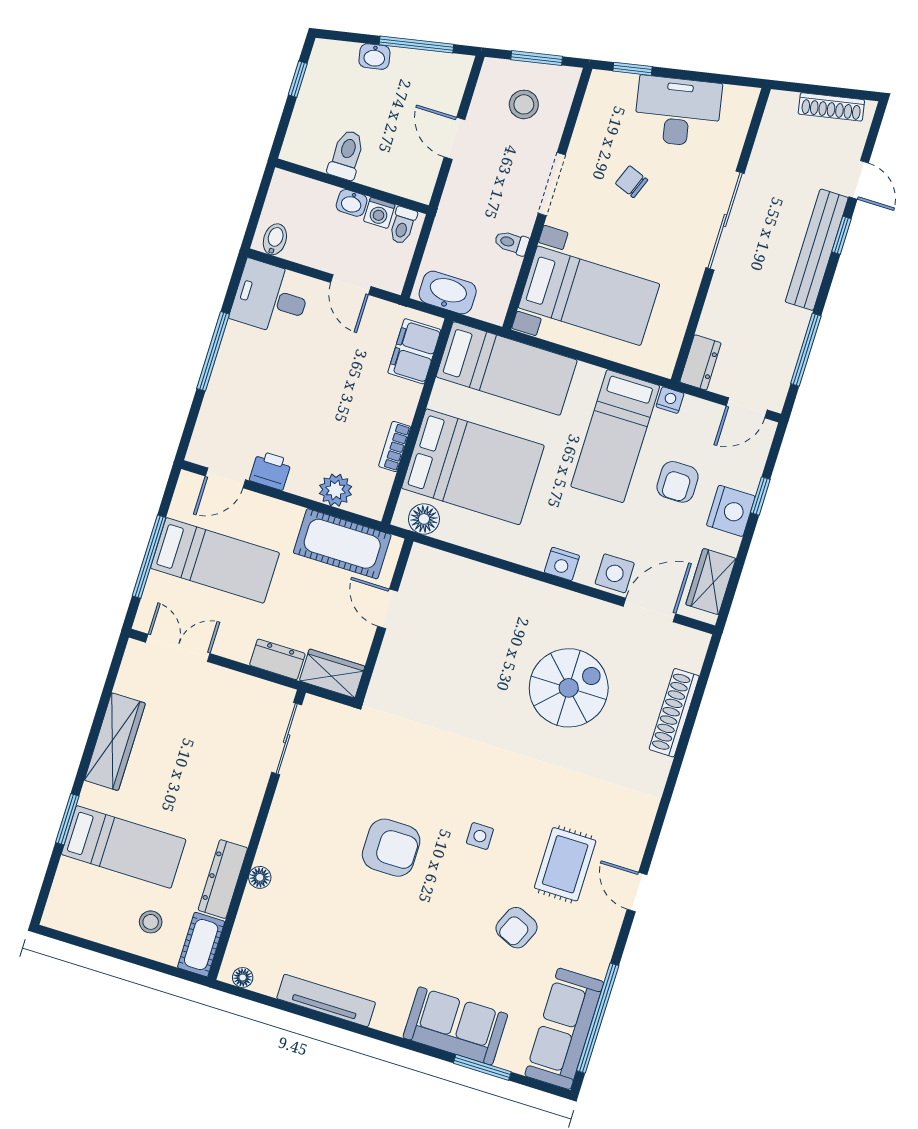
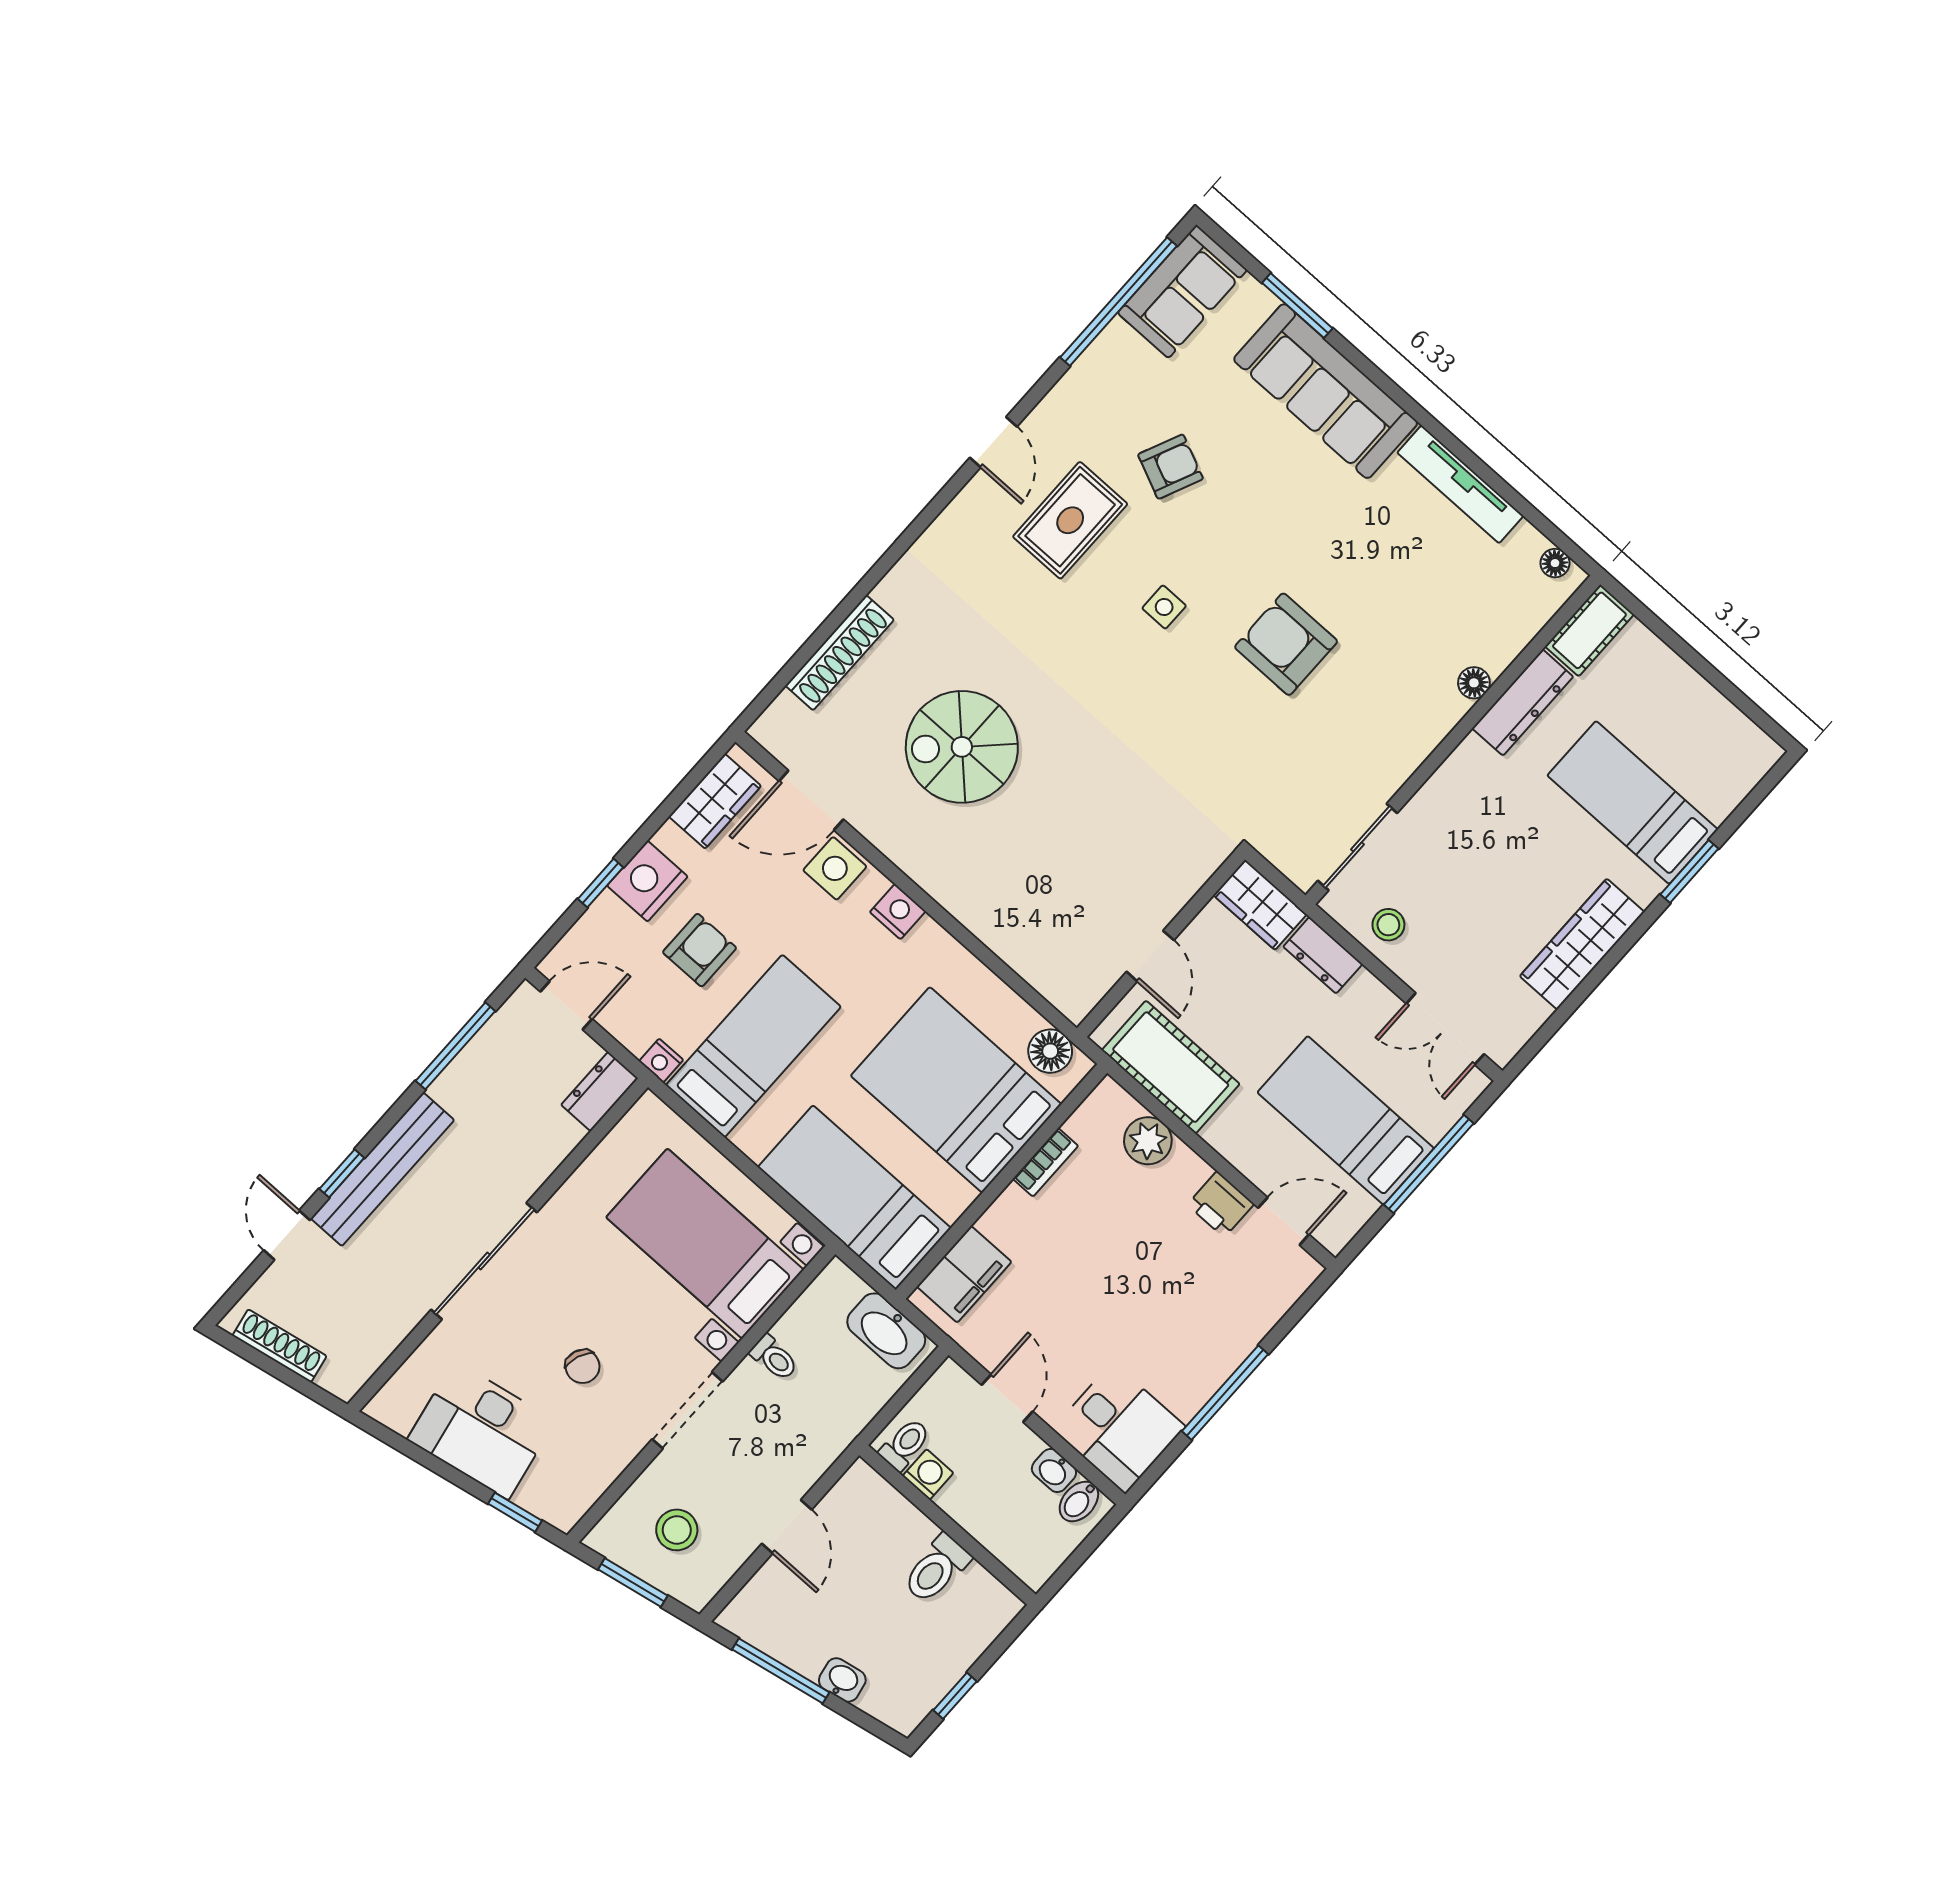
washbasin: (352, 203) -> (1054, 1470), moved, turned 180
stool: (151, 922) -> (1388, 925), moved
sofa: (455, 1026) -> (1326, 391), width x1.36
sofa: (564, 1029) -> (1182, 291), width x0.73

